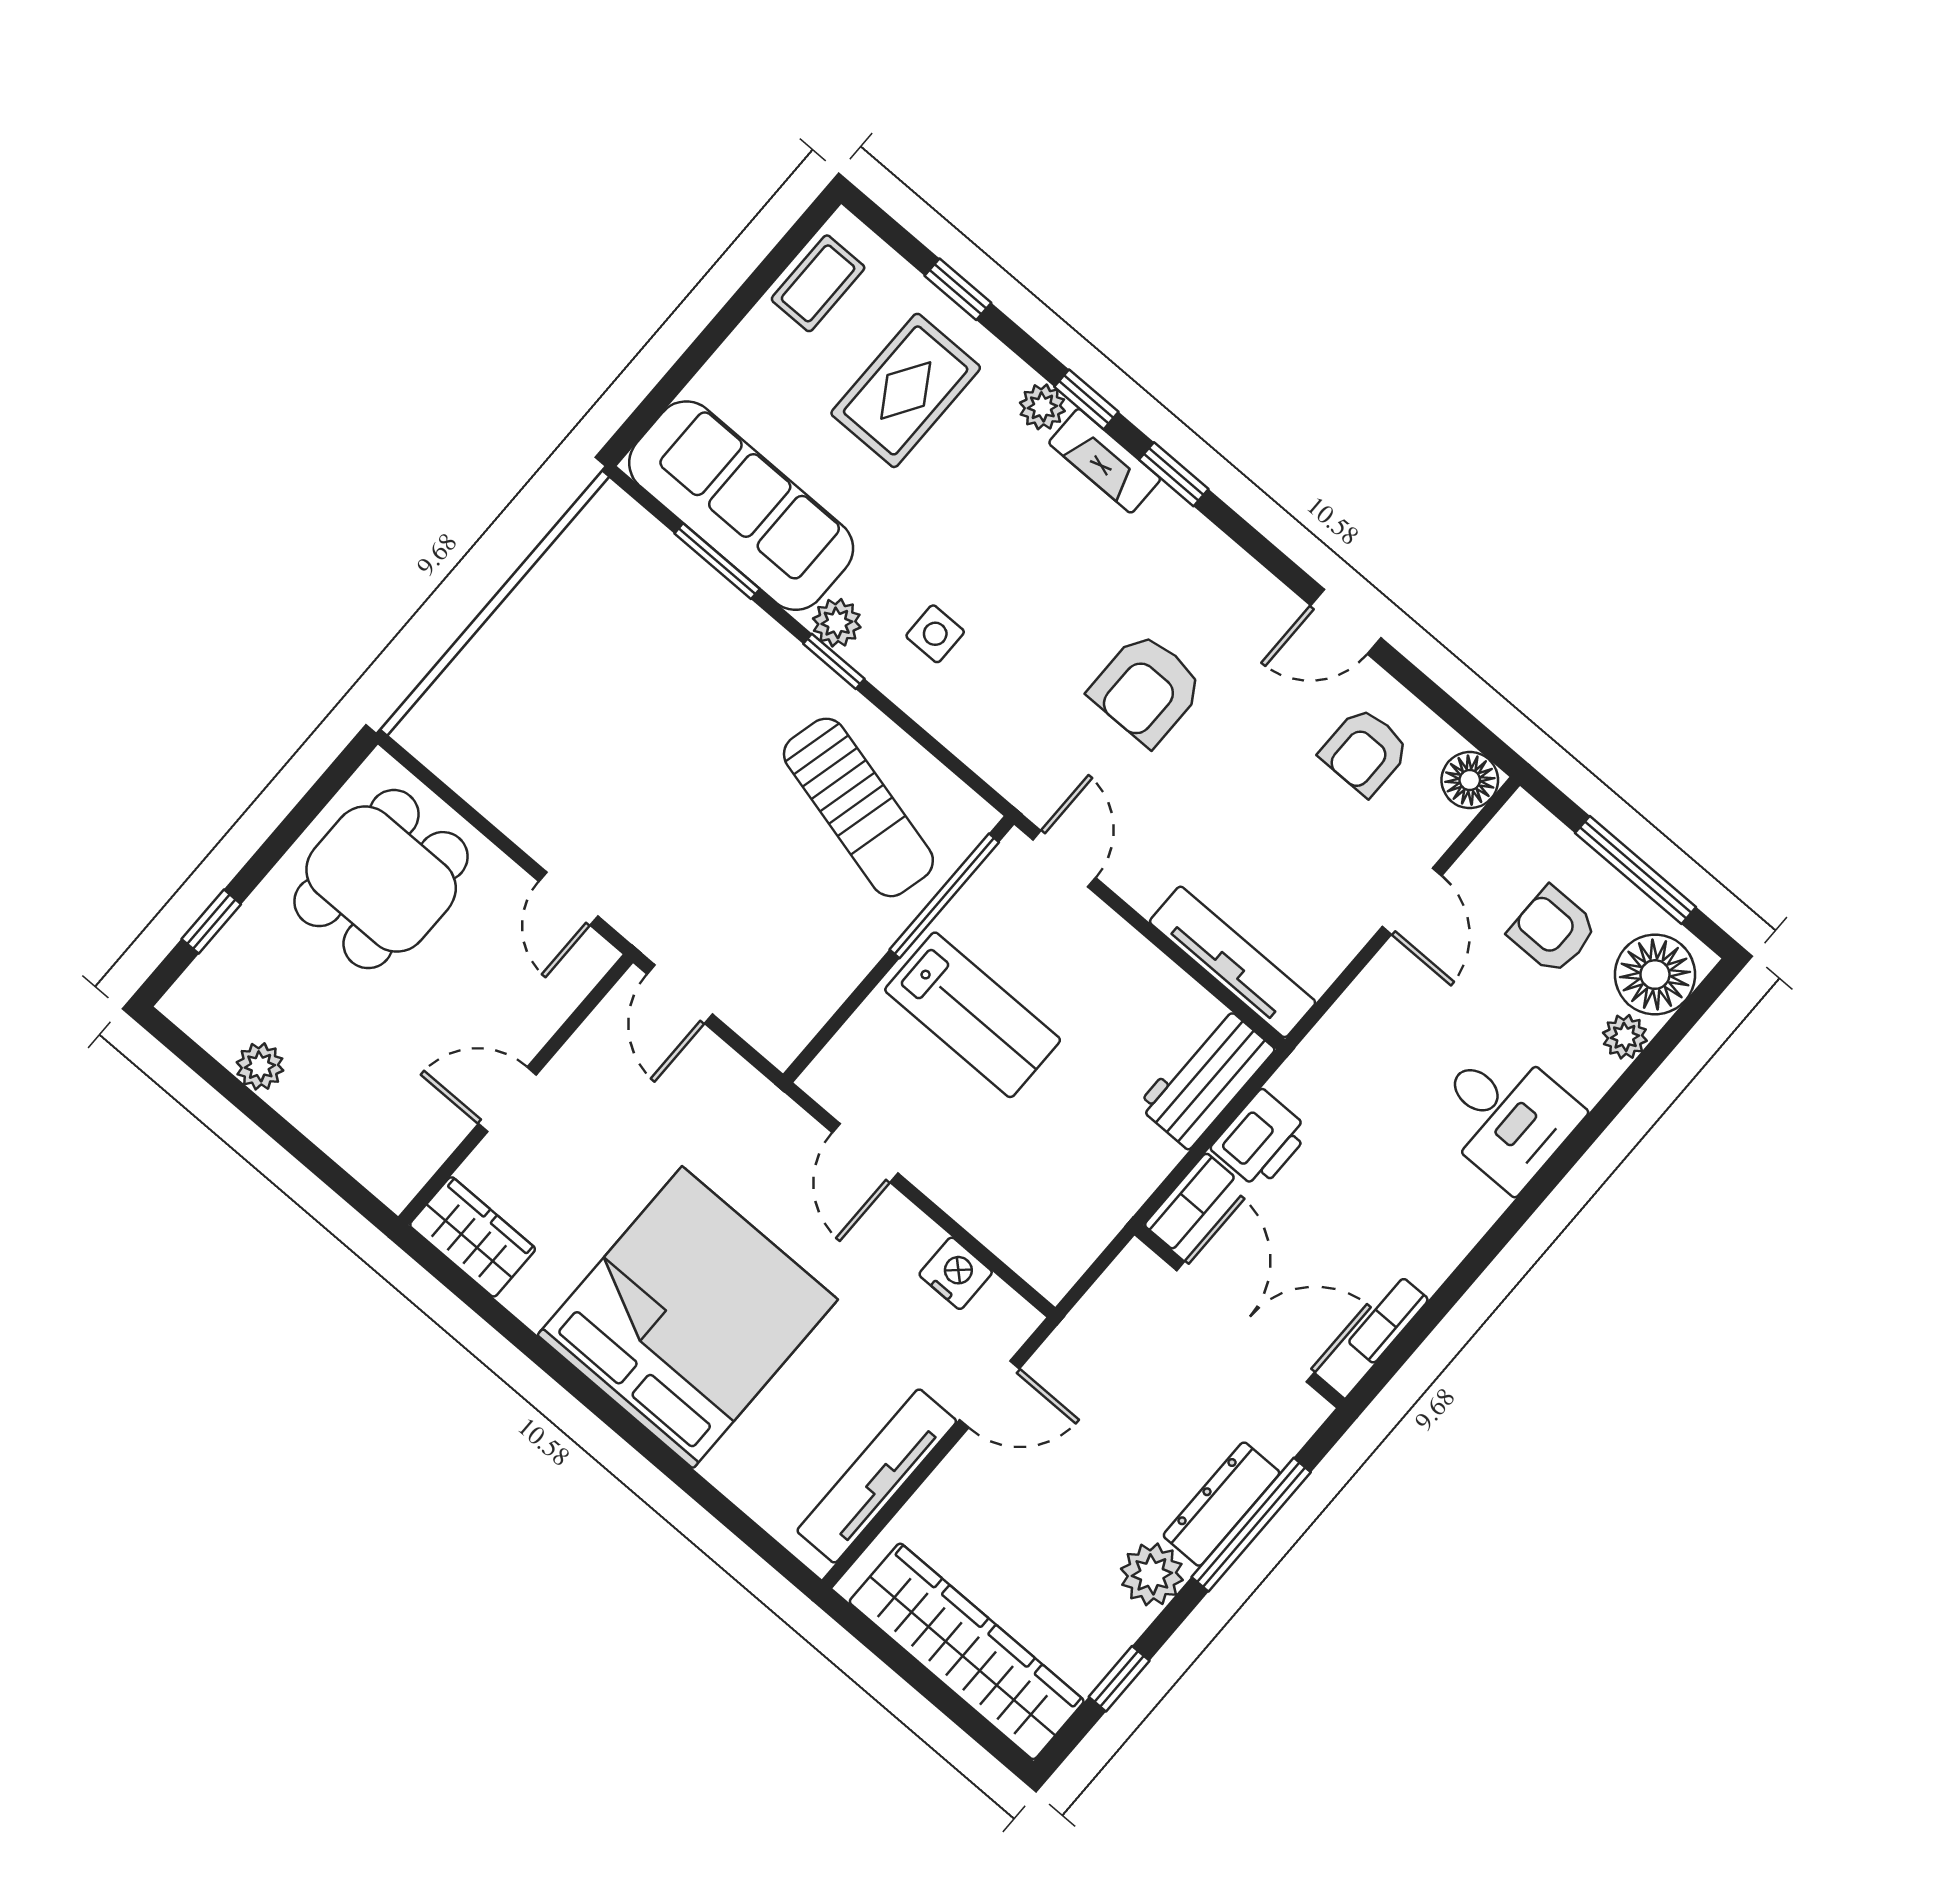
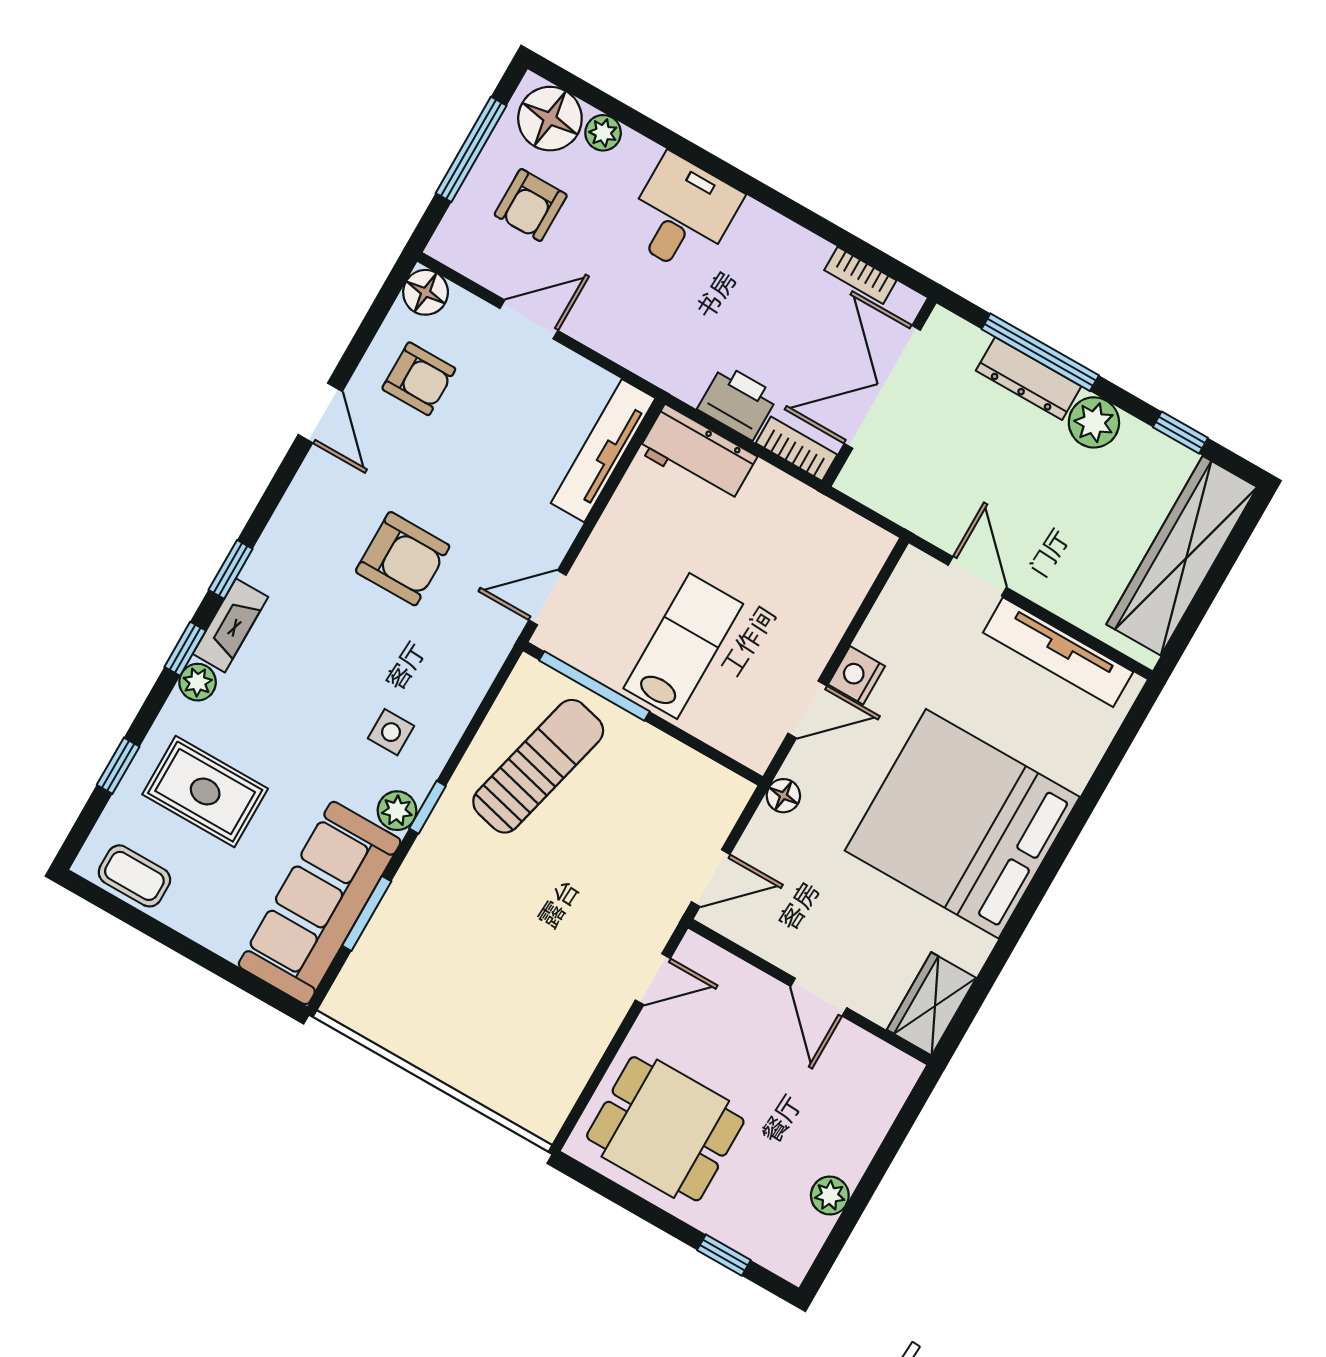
floor lamp: (764, 1103) -> (783, 796), added
nightstand: (956, 1273) -> (857, 675), moved

